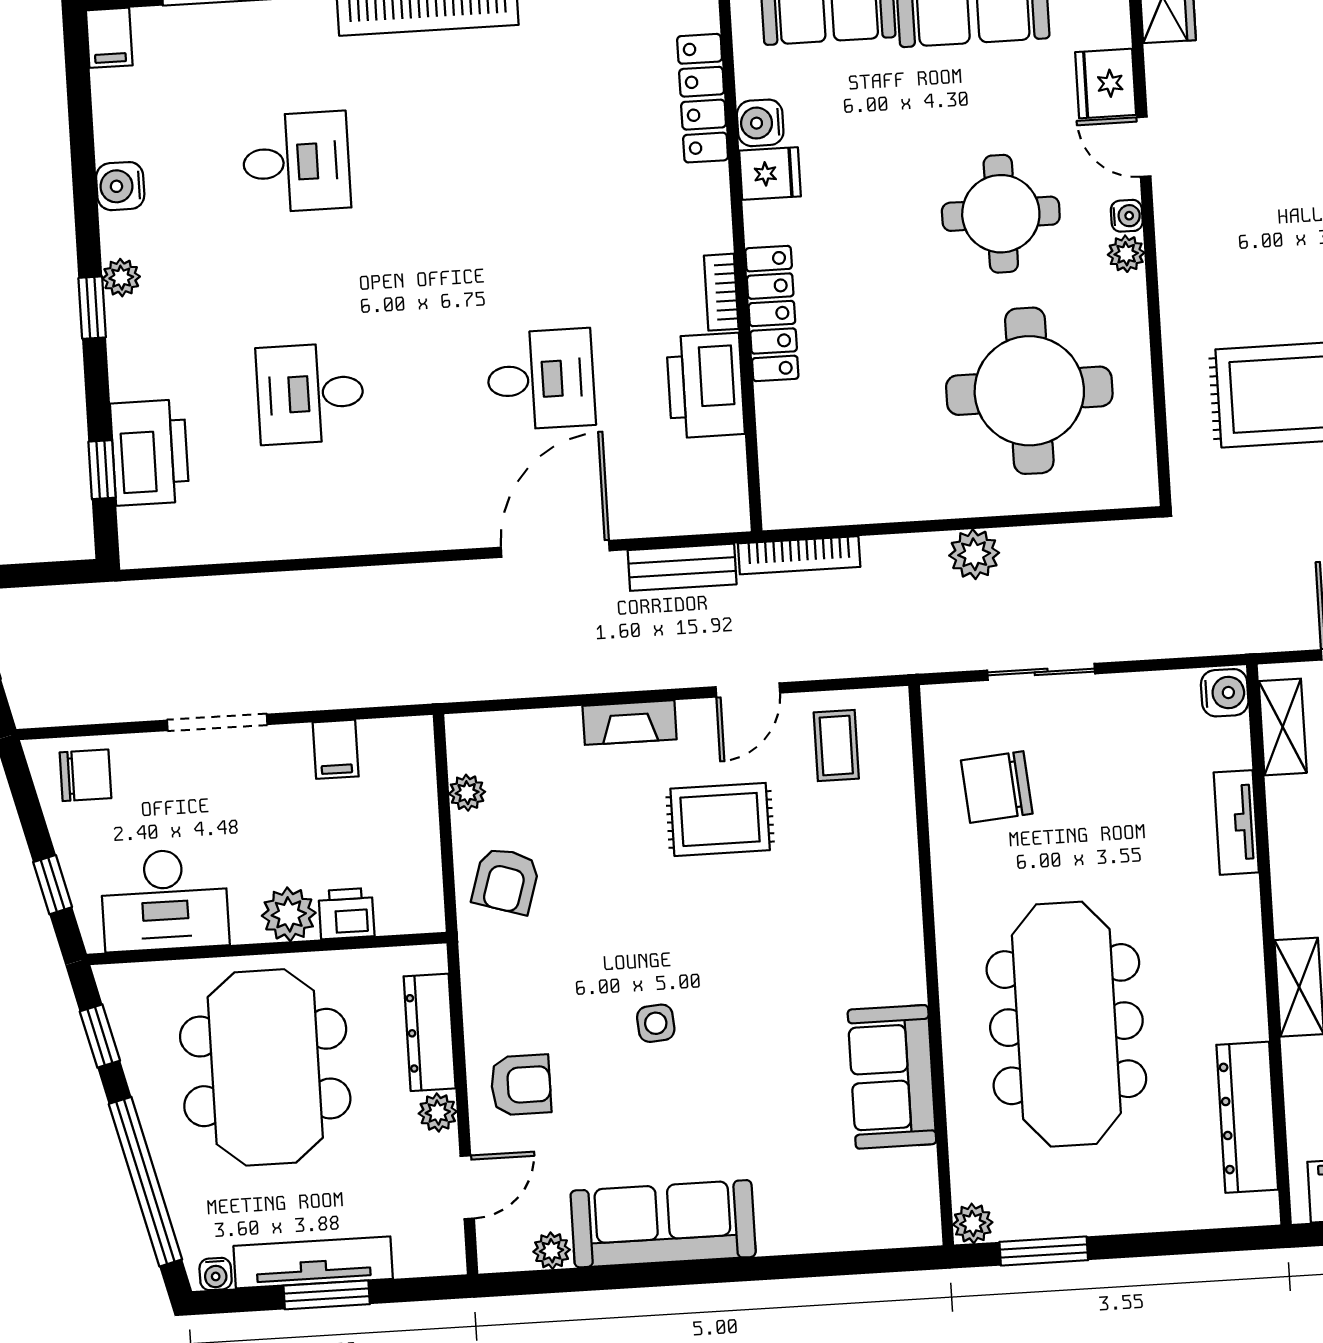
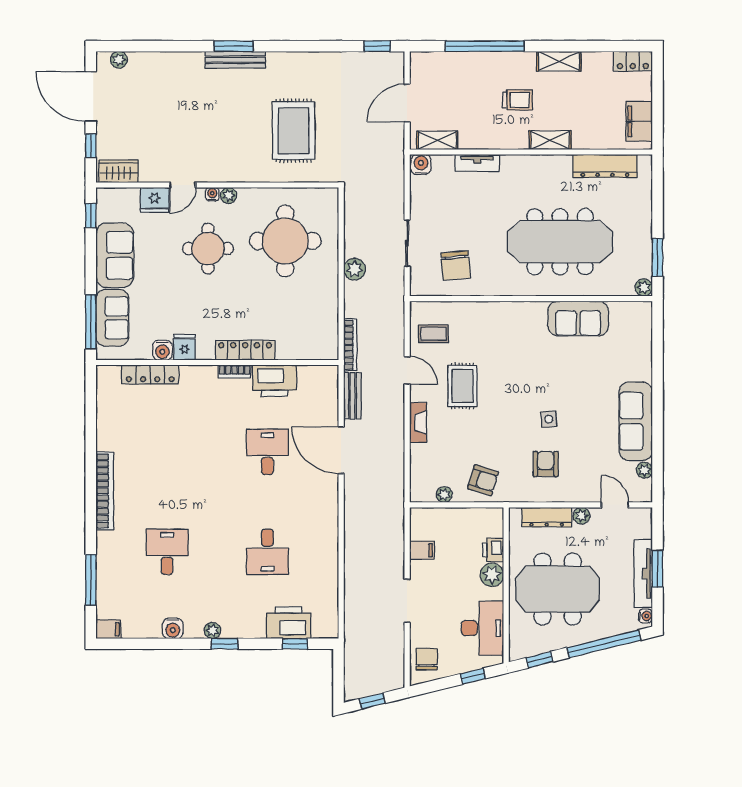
armchair: (521, 1085) -> (546, 464), moved

